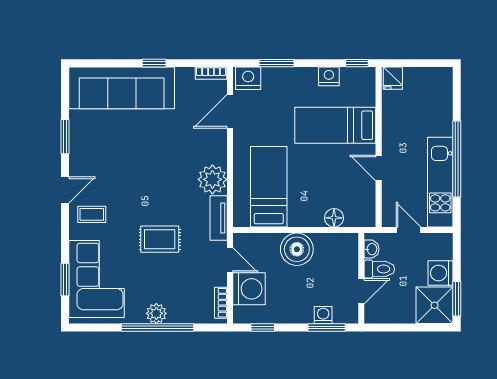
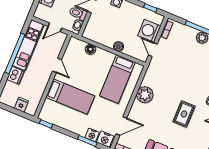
nightstand: (329, 76) -> (92, 135), moved
fridge: (393, 78) -> (21, 105), moved
dishwasher: (441, 123) -> (15, 75), added
tv unit: (219, 218) -> (150, 74), removed
door: (409, 230) -> (55, 27), hinge flipped
rug: (160, 239) -> (184, 114), moved, turned 90
boiler: (297, 249) -> (119, 46), width x0.54, depth x0.54

